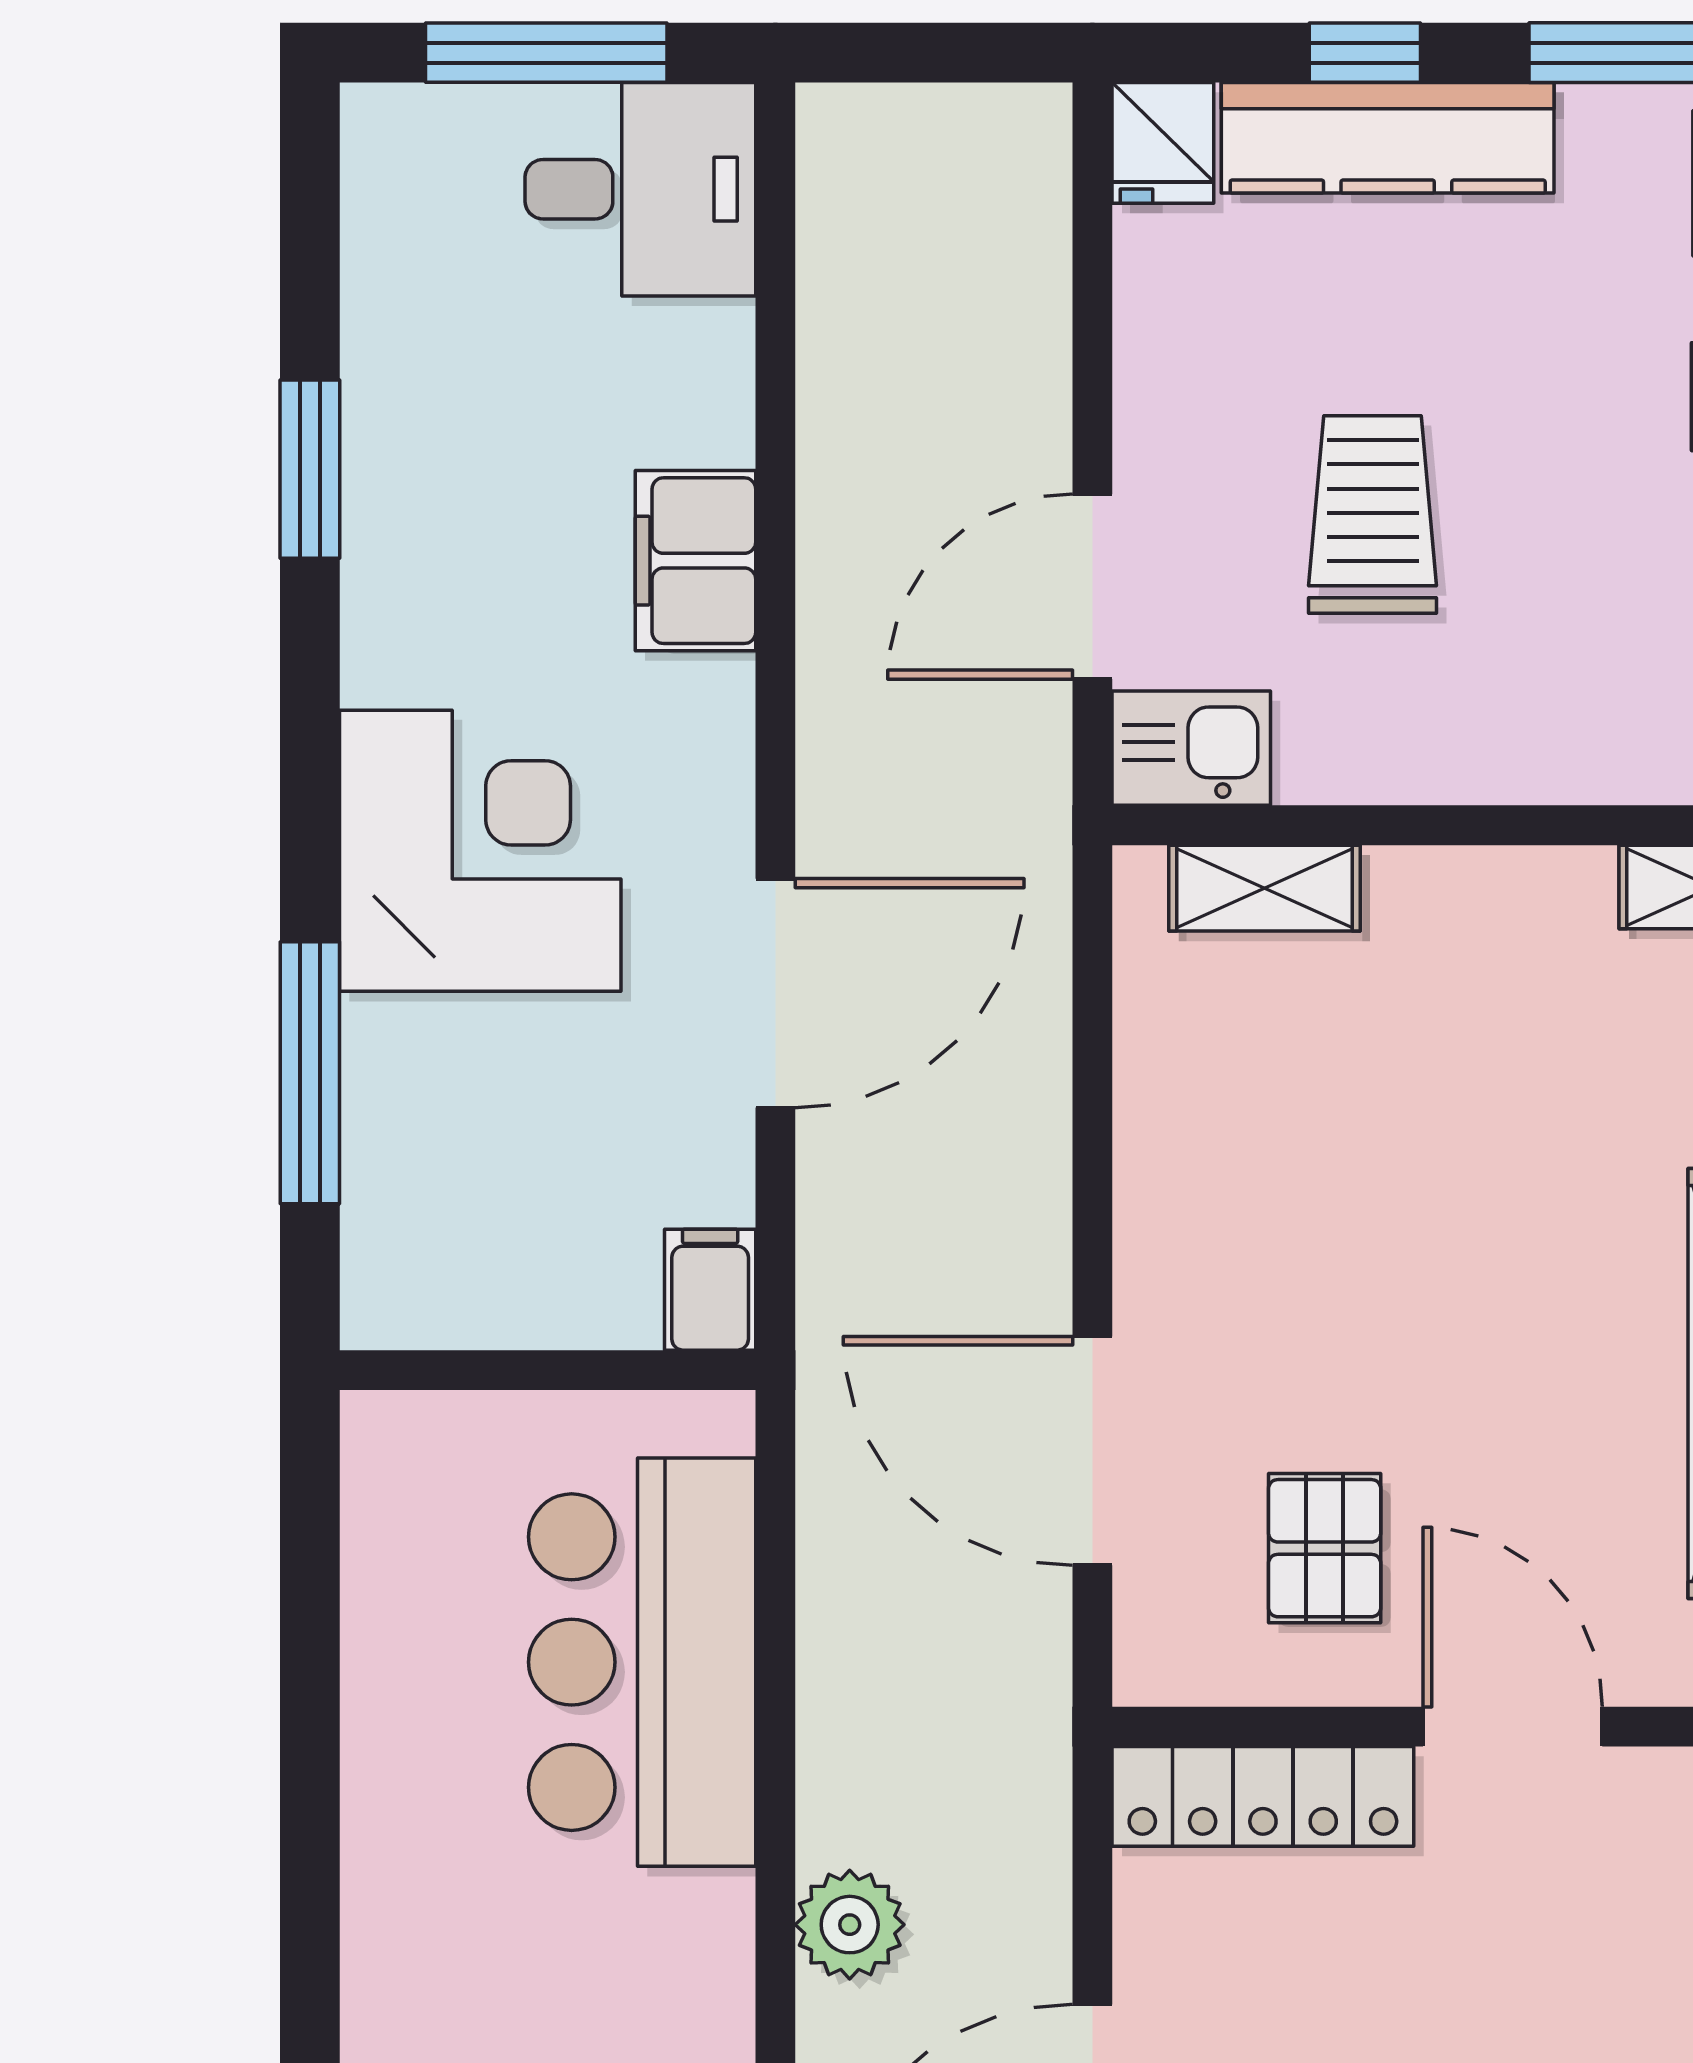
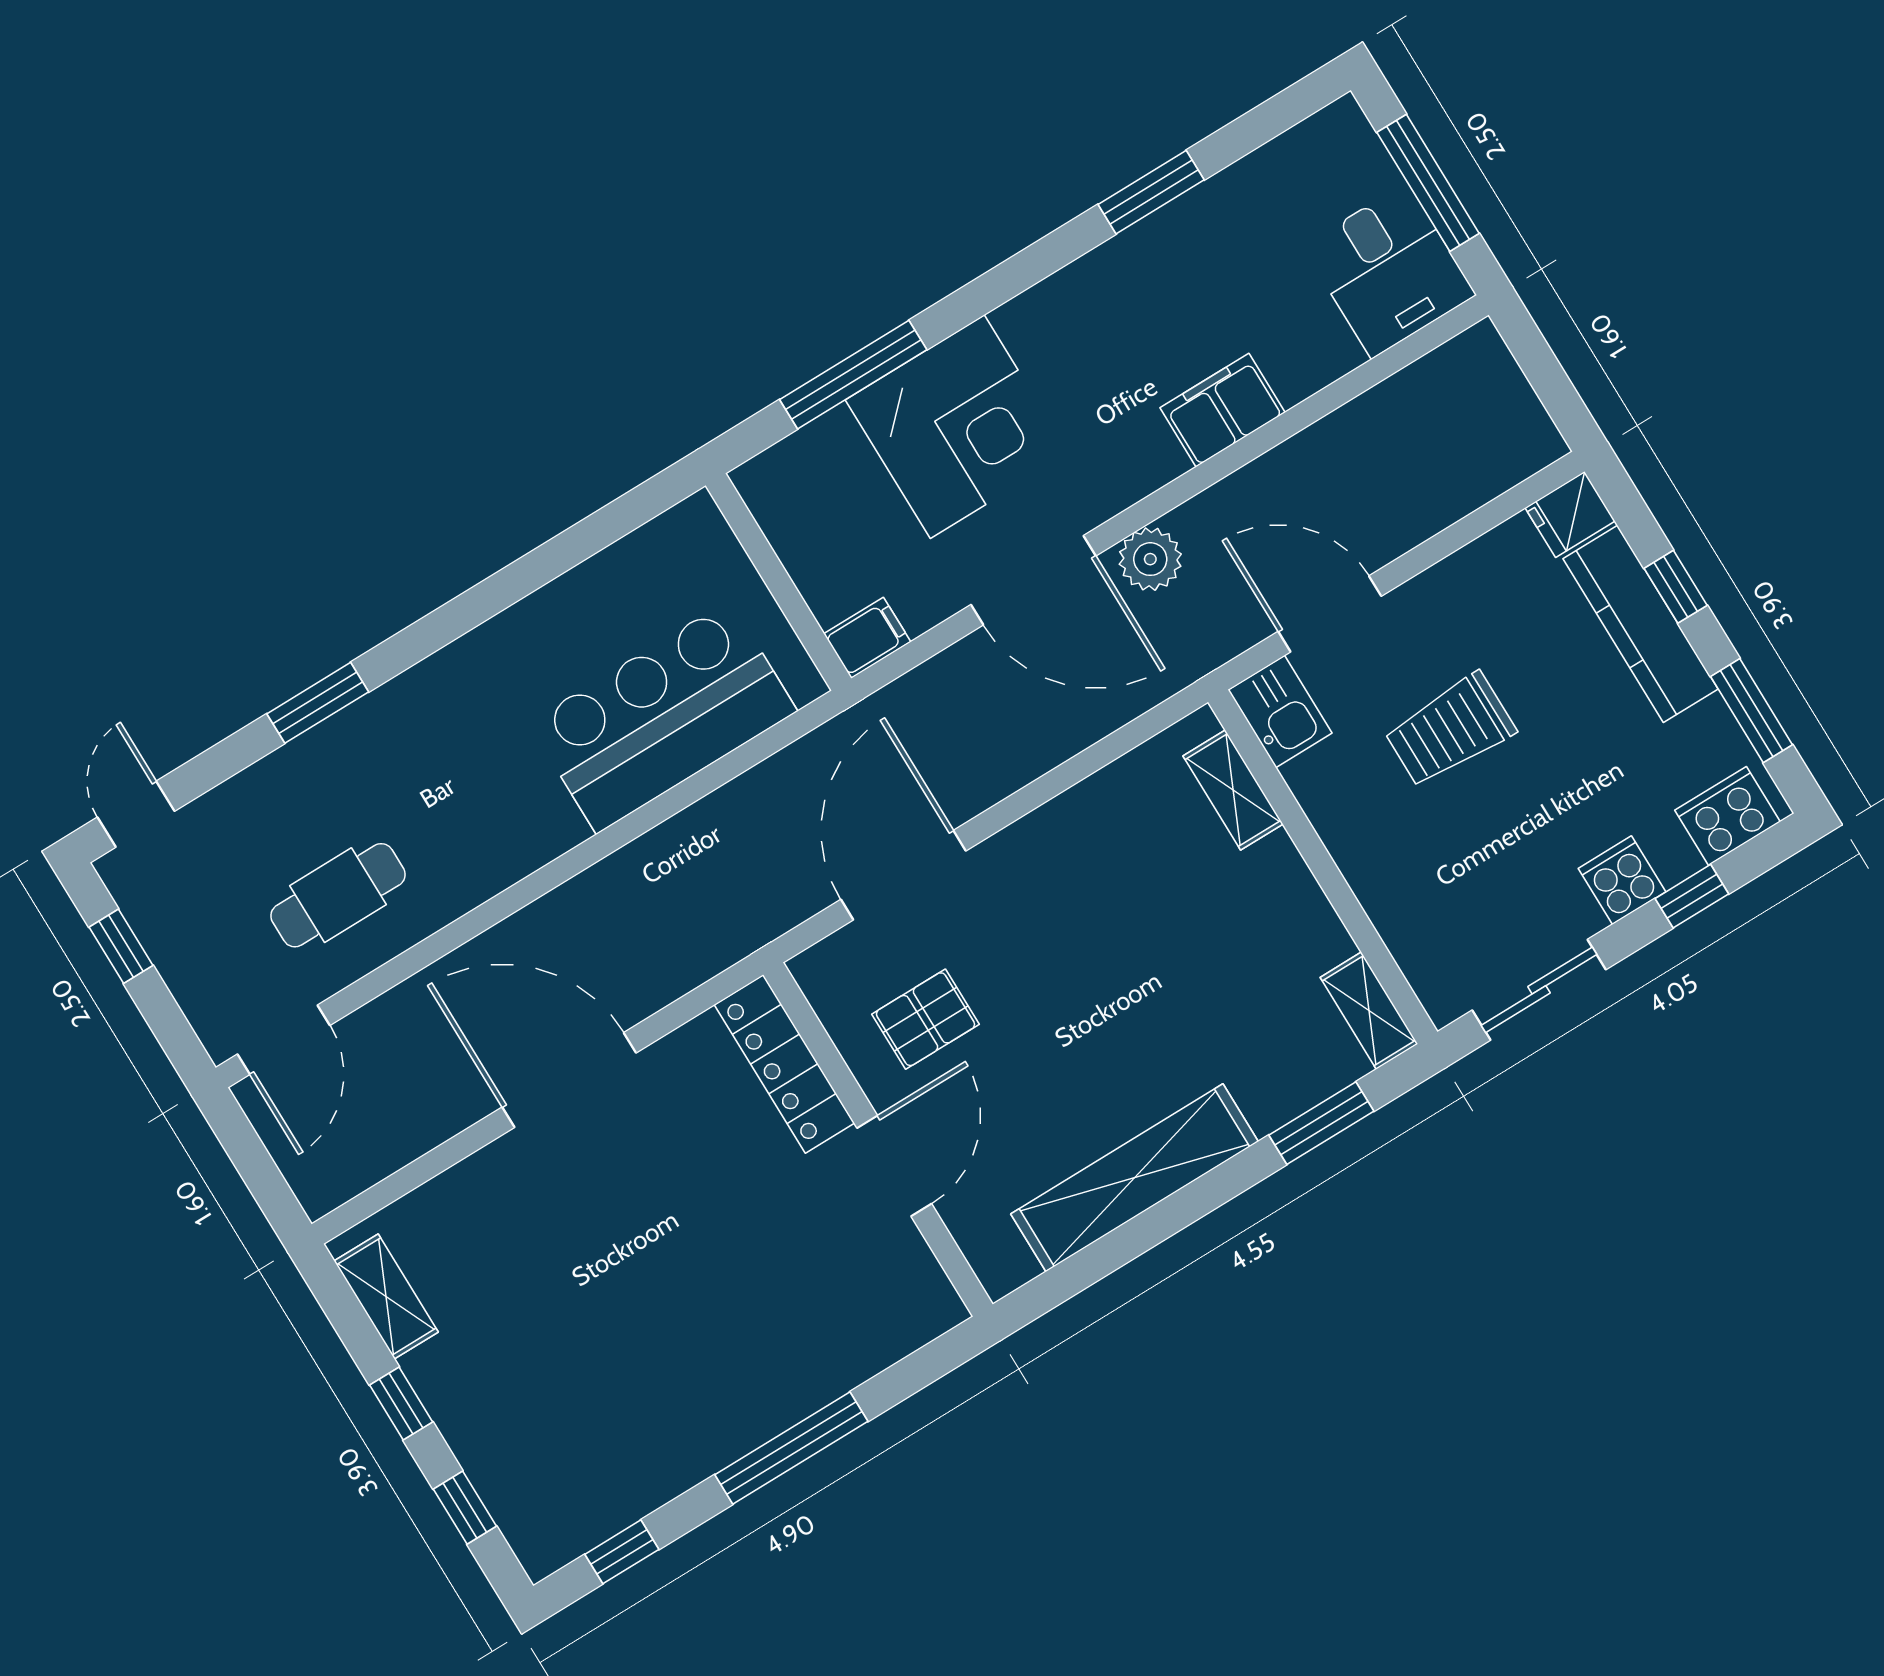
trolley: (1373, 515) -> (1450, 730), turned 180
corner desk: (480, 851) -> (957, 427), moved
plant: (850, 1925) -> (1150, 559), moved

